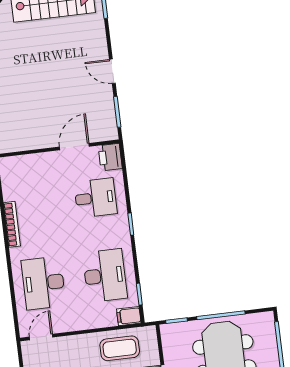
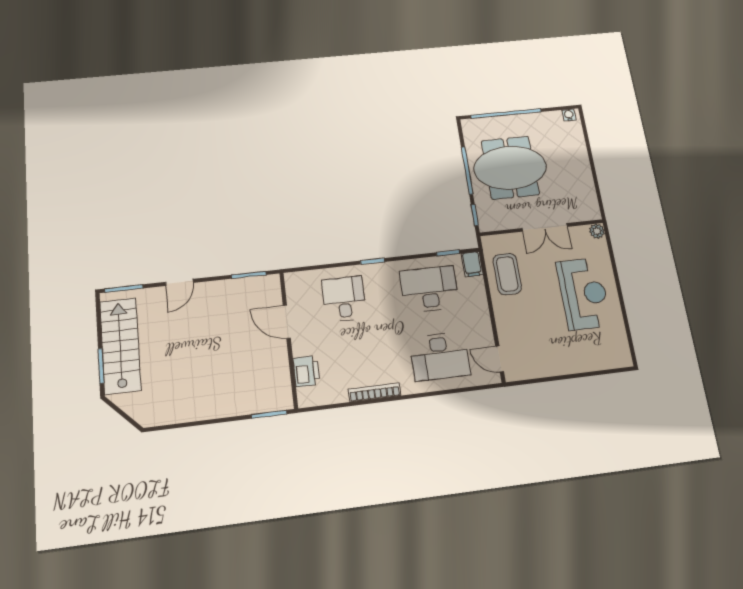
door: (112, 71) -> (180, 282), moved
printer: (110, 157) -> (306, 371), moved, turned -90

